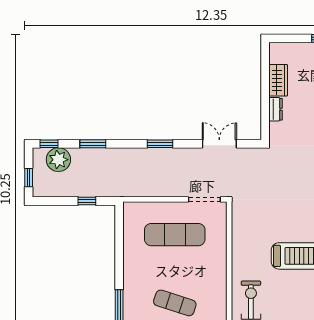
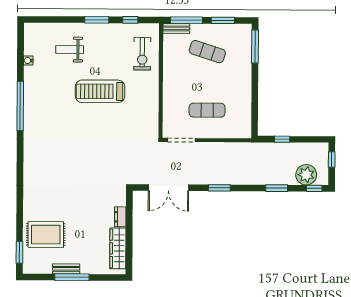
wardrobe: (278, 80) -> (118, 248), width x1.50
double door: (219, 144) -> (168, 188), width x1.37
exercise mat: (175, 235) -> (207, 110), width x0.73, depth x0.69

